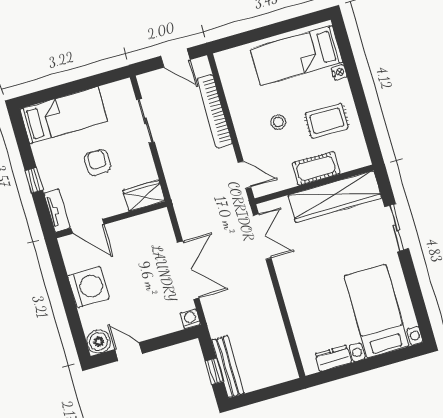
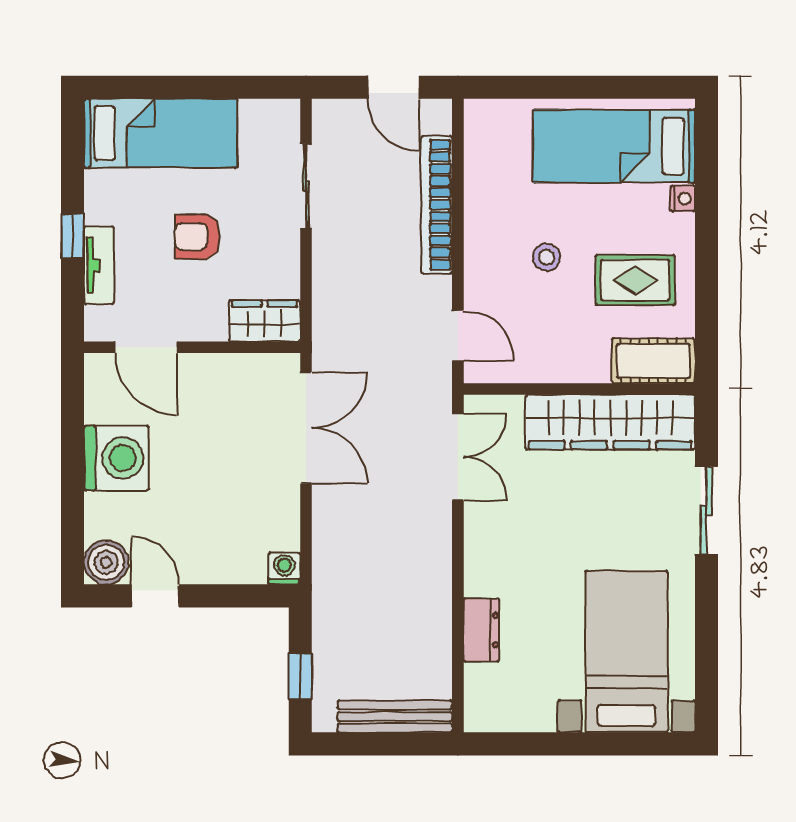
armchair: (97, 162) -> (197, 237), turned -90
cot: (316, 168) -> (653, 361), moved
tv unit: (57, 211) -> (99, 265), moved
double door: (188, 270) -> (306, 428), moved
dresser: (333, 358) -> (481, 630), moved, turned 90
bench: (228, 367) -> (395, 716), moved, turned 90

